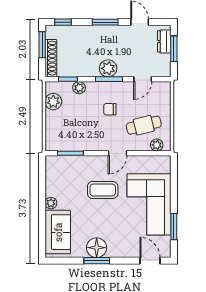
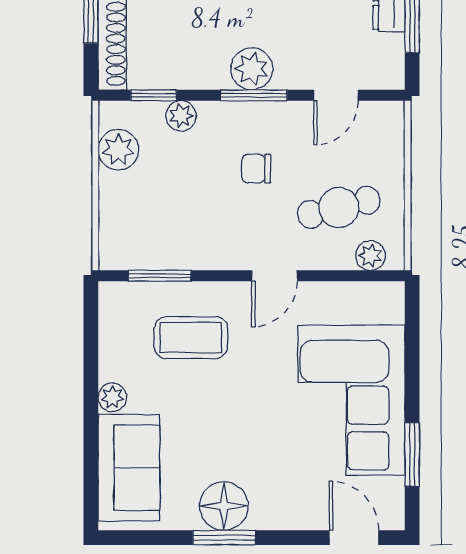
coffee table: (103, 190) -> (191, 338), moved

